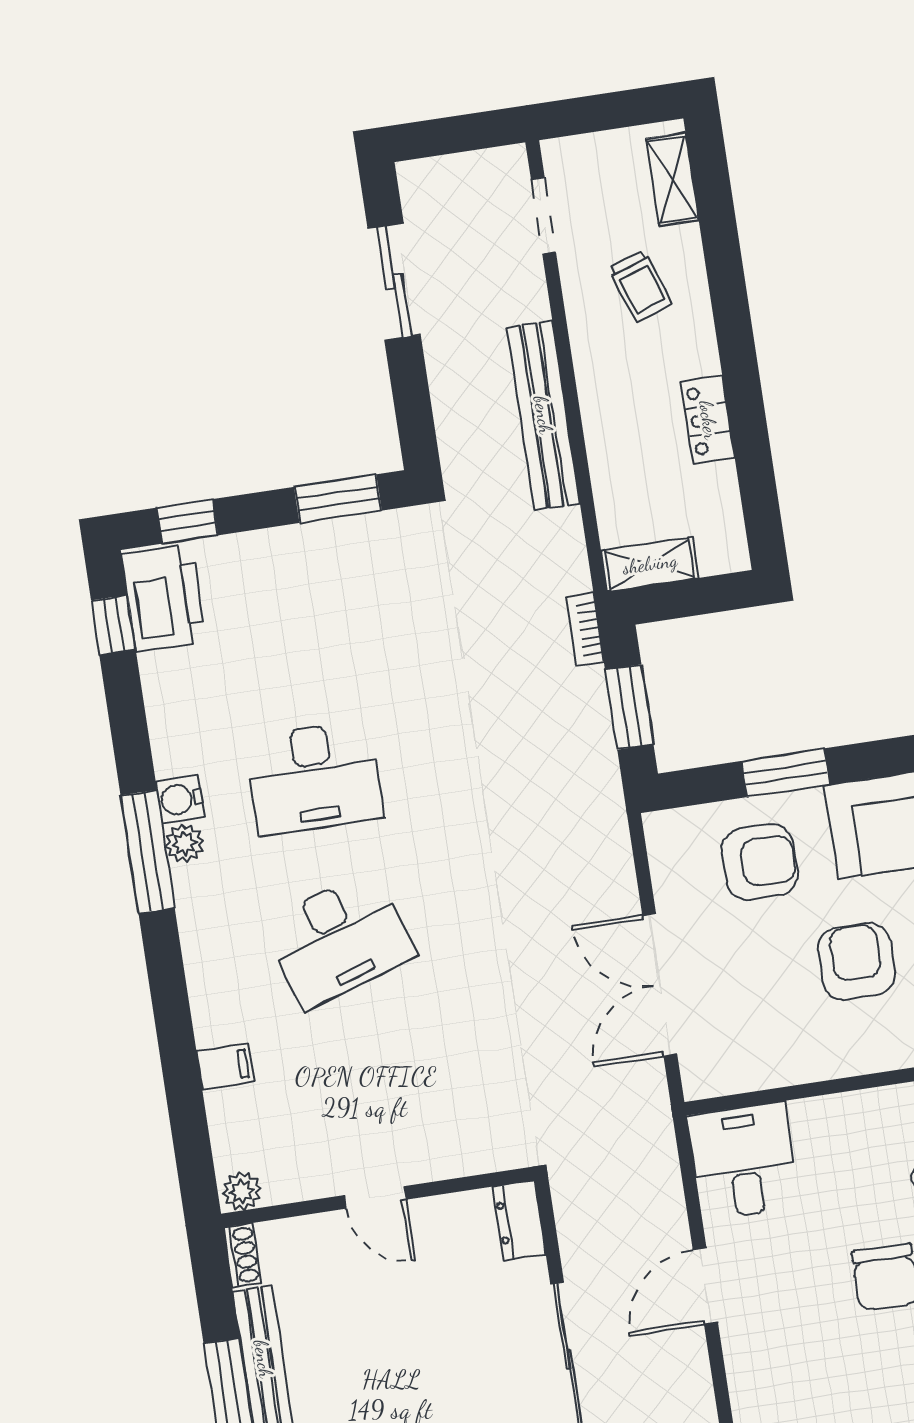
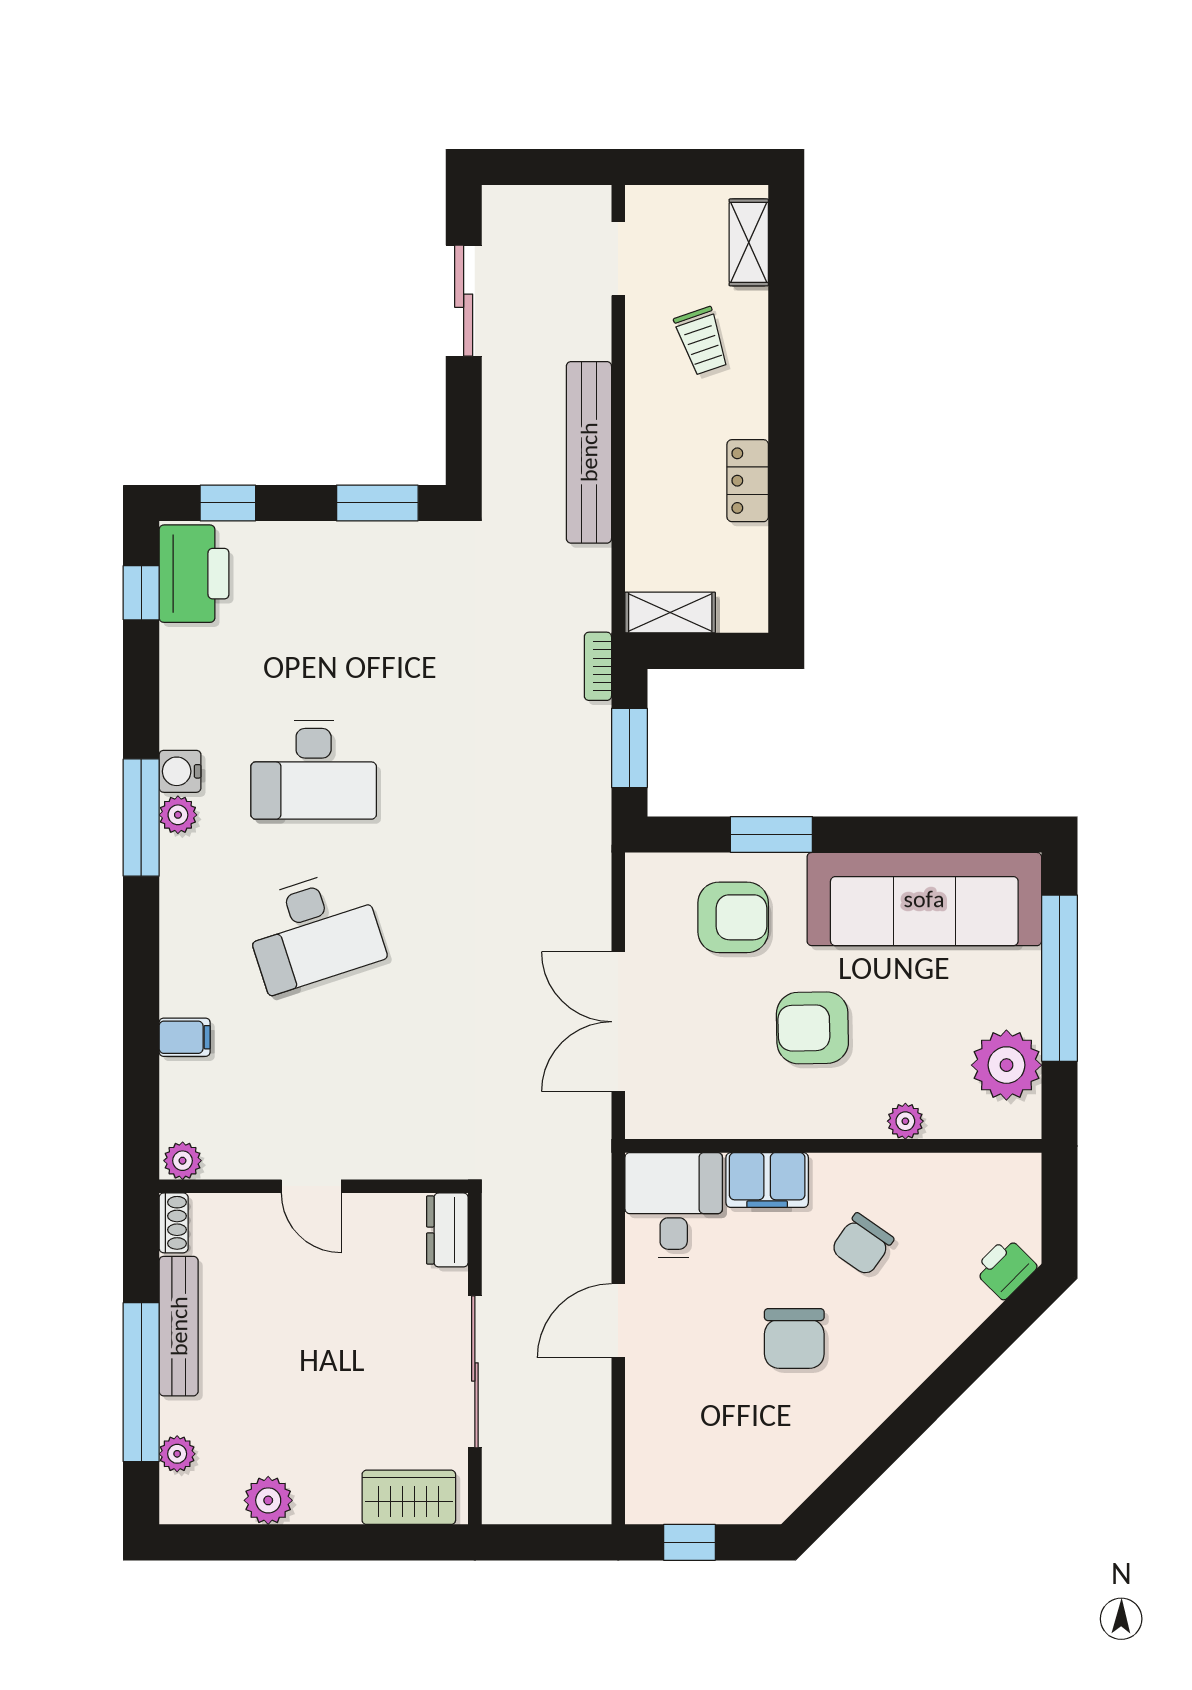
armchair: (856, 961) -> (812, 1028), turned -91
filing cabinet: (834, 1122) -> (767, 1180), added

